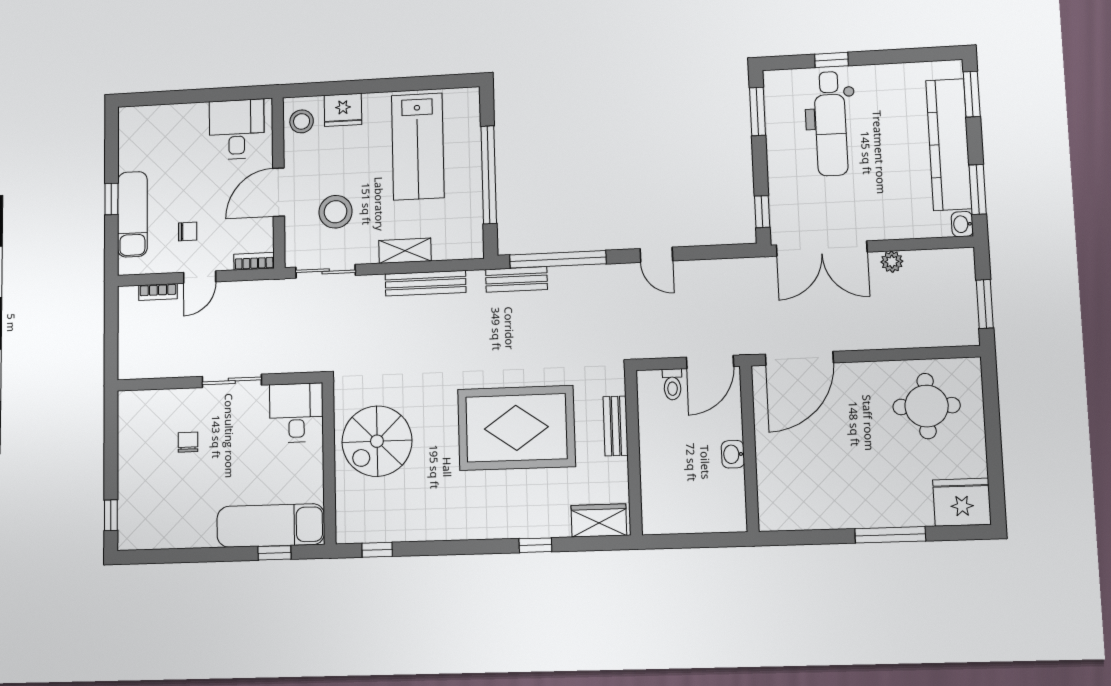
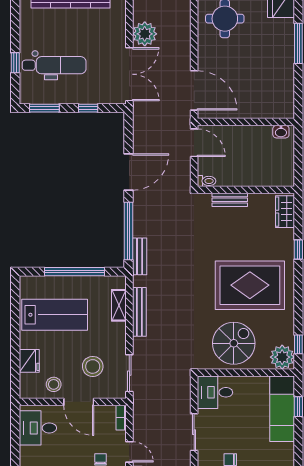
stool: (302, 121) -> (54, 384), moved
window: (762, 212) -> (88, 108), moved
shelving: (405, 251) -> (119, 305), moved
door: (656, 255) -> (128, 172), width x1.88
plant: (892, 262) -> (145, 34), width x1.87, depth x1.87
toilet: (672, 384) -> (206, 181), moved
rug: (516, 428) -> (250, 285), moved, turned 90
spiral stairs: (377, 441) -> (234, 343), turned -90
washbasin: (733, 454) -> (281, 132), moved
plant: (356, 523) -> (282, 357), added

